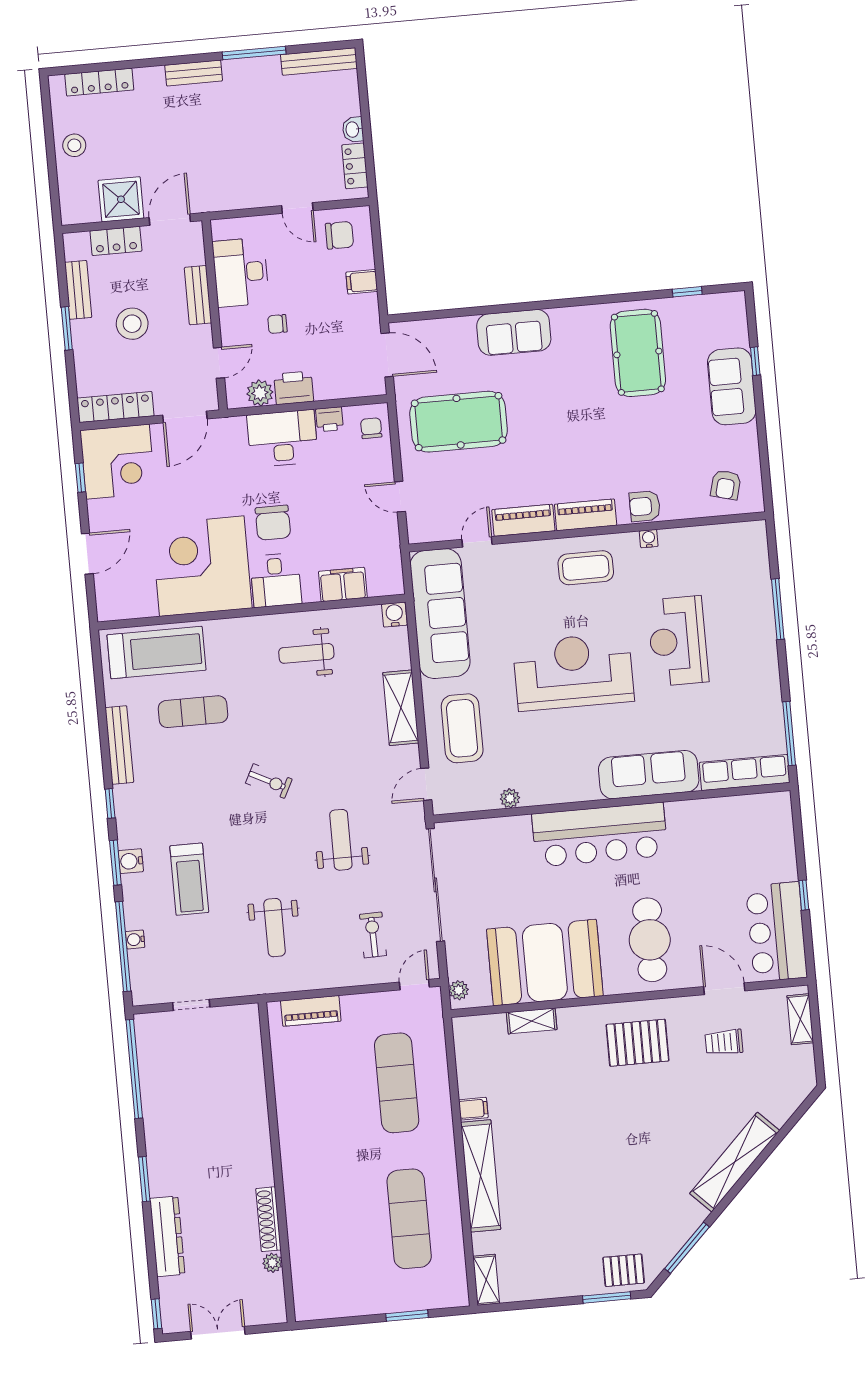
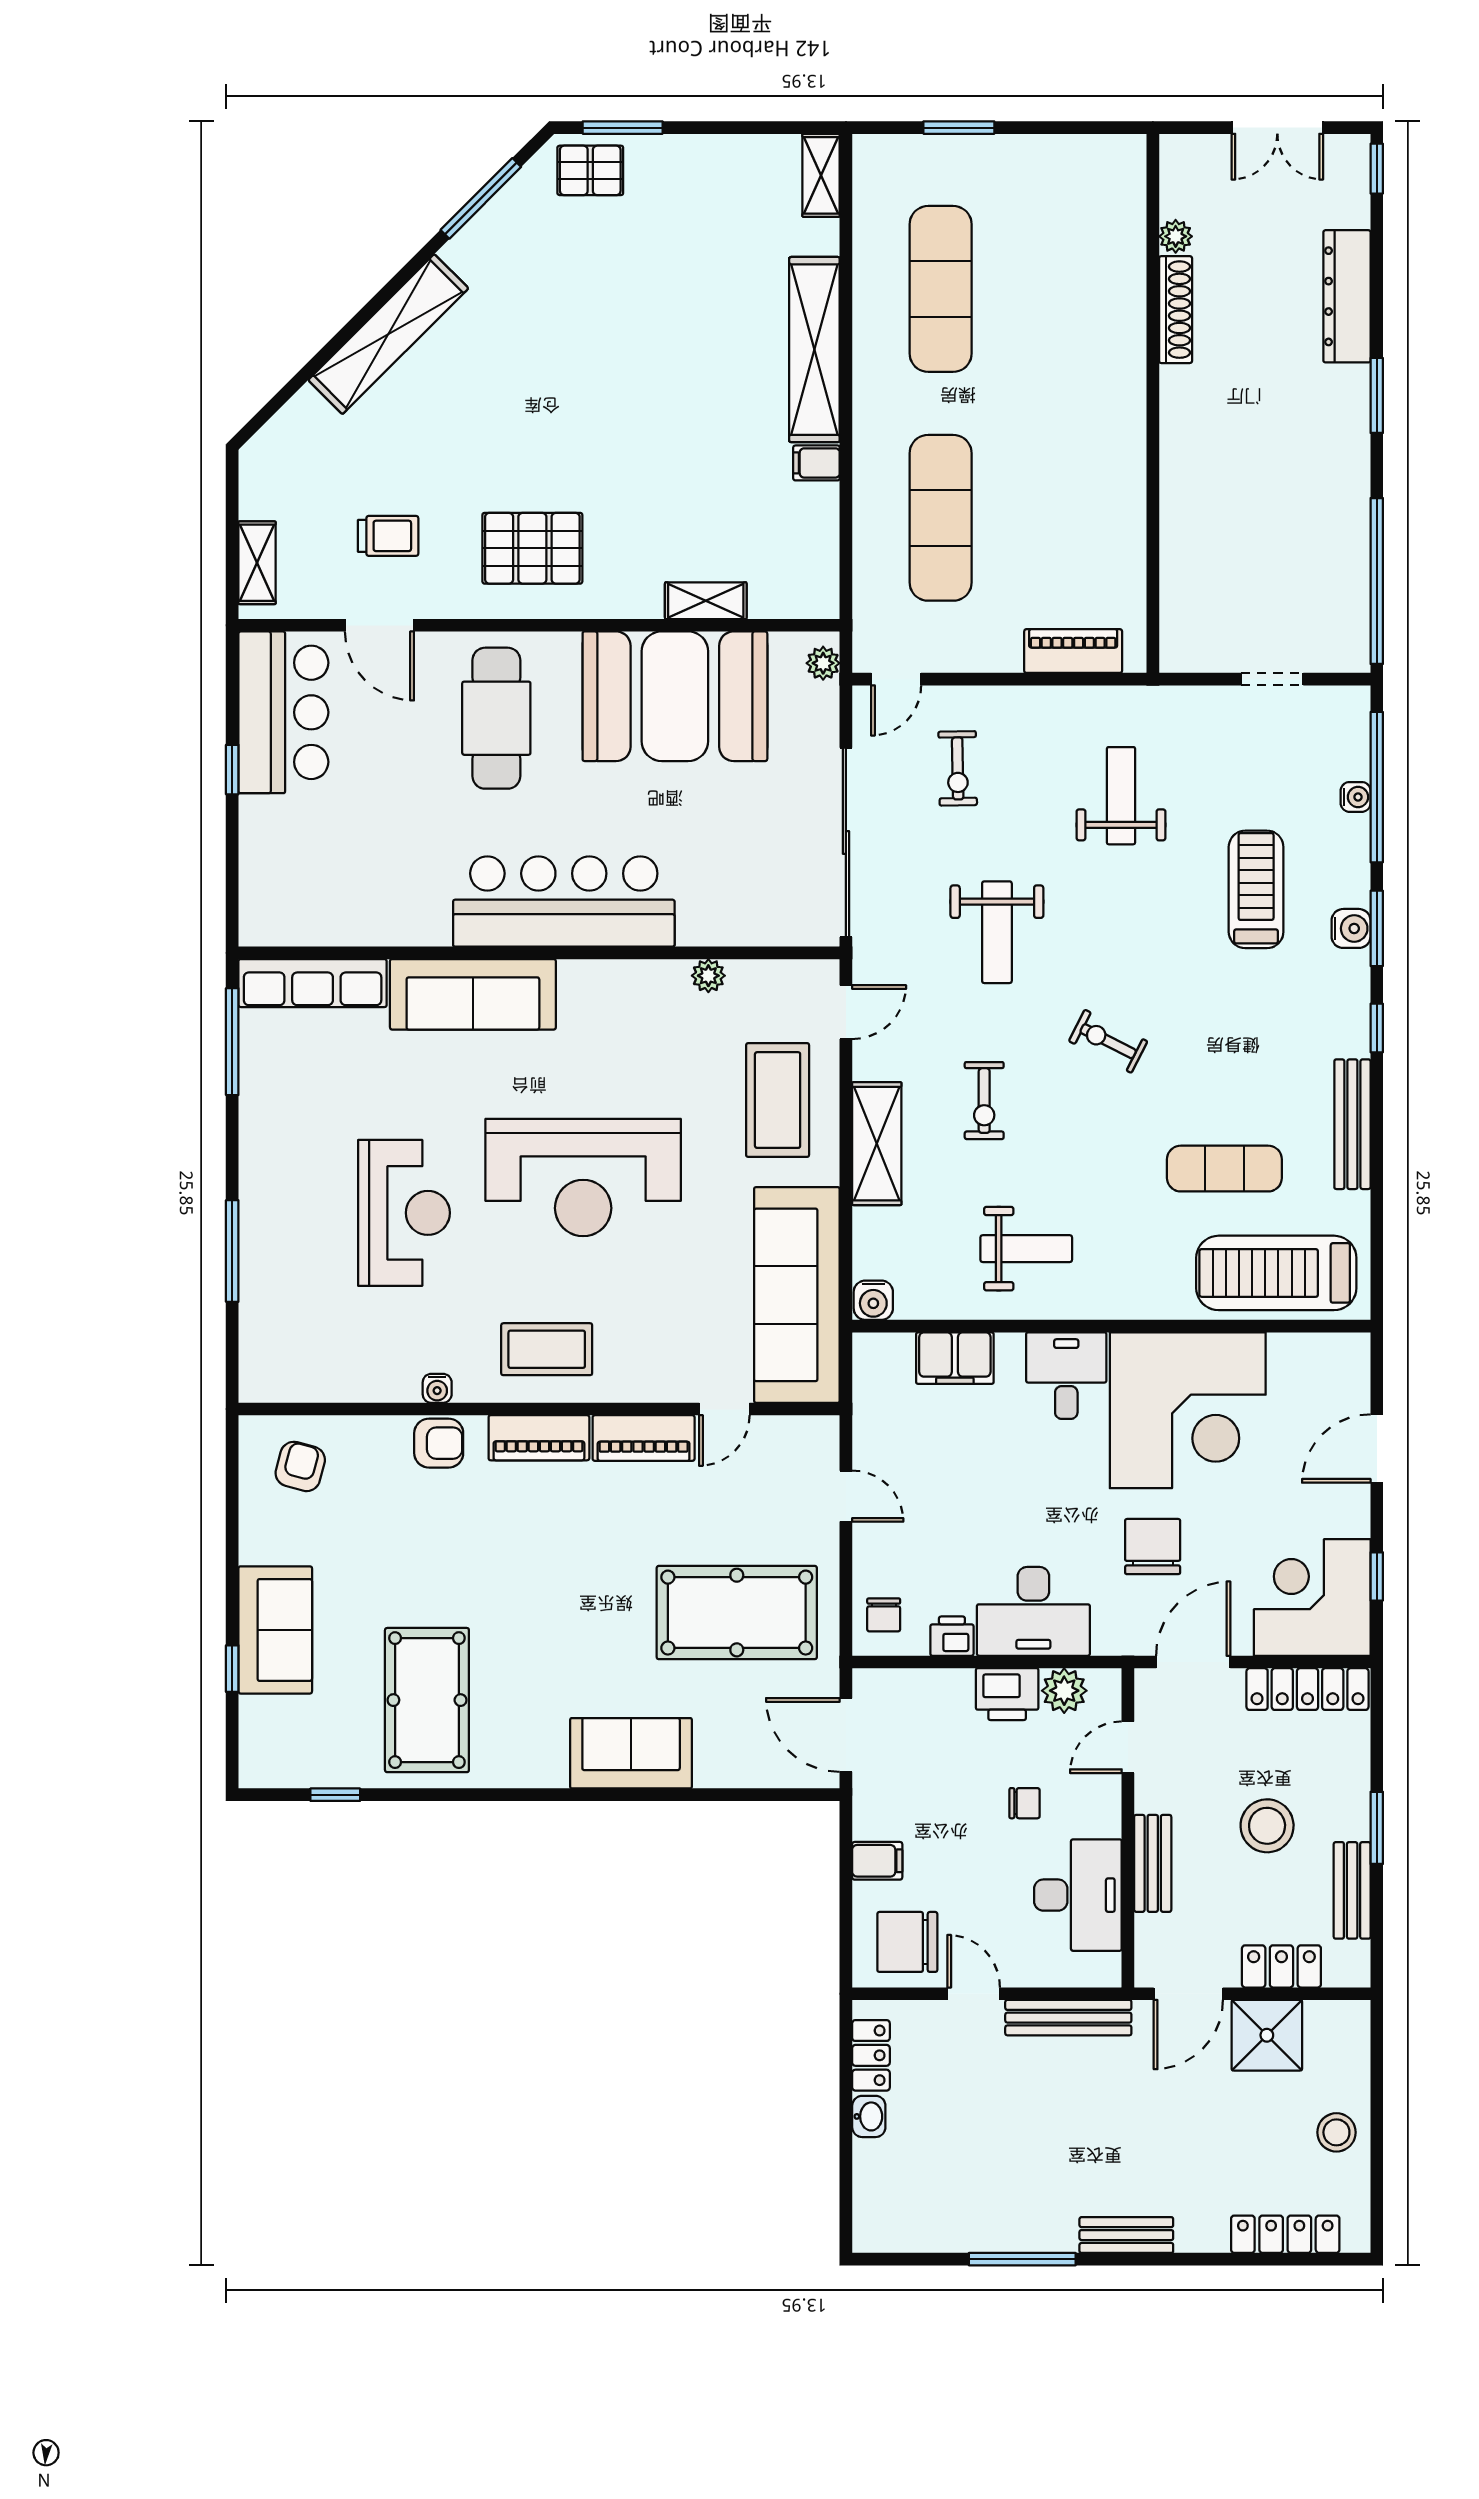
bench: (319, 61) -> (1068, 2018), moved
chair: (339, 235) -> (907, 1942), width x1.37, depth x1.37
chair: (273, 523) -> (1153, 1547), moved
exercise bike: (339, 739) -> (984, 1101), added

